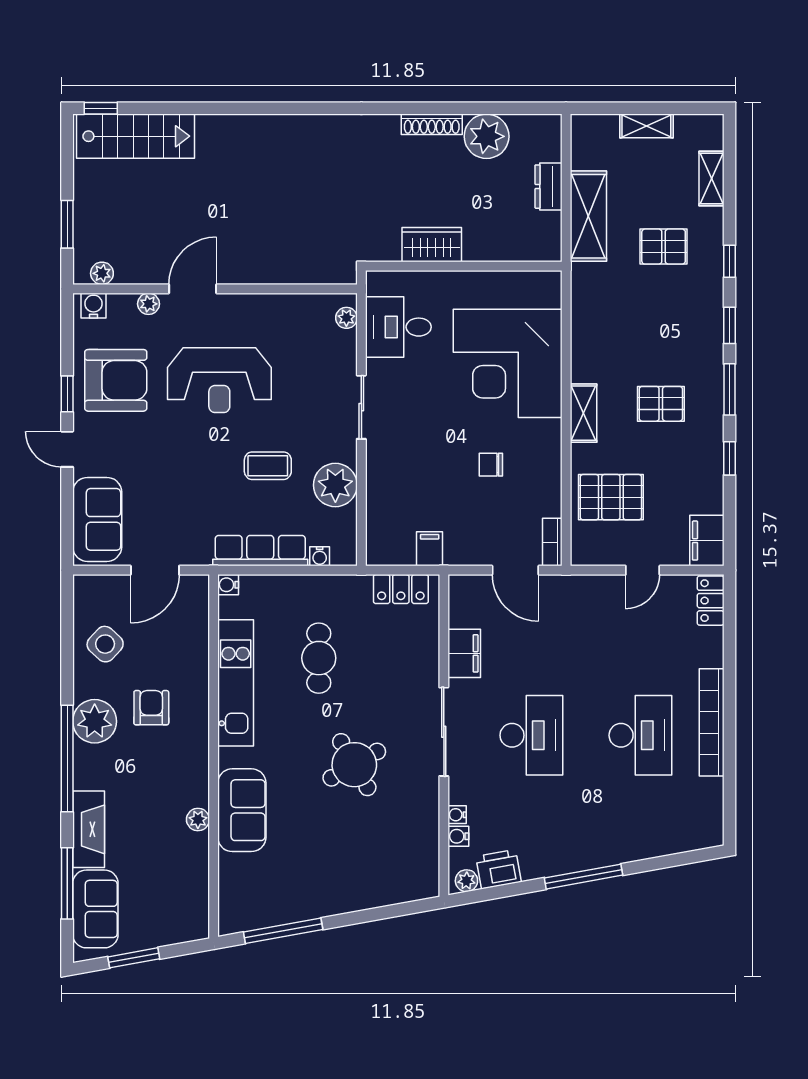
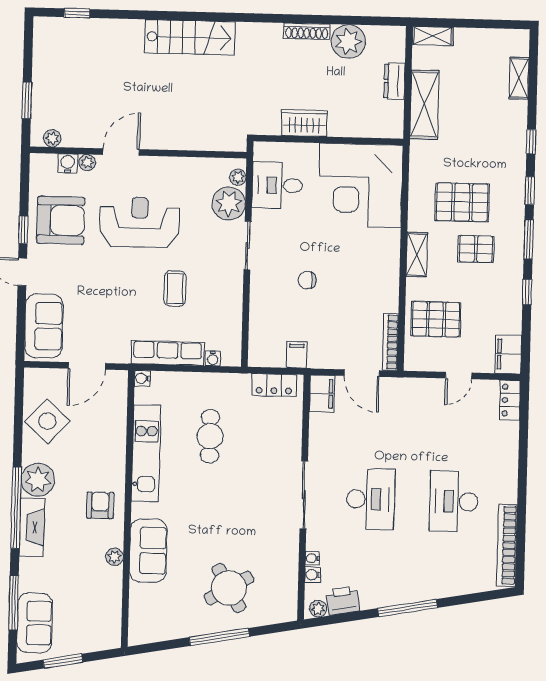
window: (101, 108) -> (77, 13), moved
shelving: (646, 126) -> (433, 36), moved
stairs: (136, 136) -> (190, 37), moved
pallet: (664, 247) -> (462, 202), moved, width x1.50, depth x1.42
water cooler: (94, 306) -> (68, 163), moved
corner desk: (508, 363) -> (361, 186), moved
reception desk: (219, 380) -> (140, 222), turned 180
chair: (491, 465) -> (307, 280), moved
coffee table: (268, 466) -> (175, 288), turned 90
plant: (335, 485) -> (229, 203), moved
bookcase: (552, 542) -> (391, 342), width x1.56
side table: (105, 644) -> (47, 421), width x1.37, depth x1.37
filing cabinet: (464, 653) -> (322, 394), moved
armchair: (151, 708) -> (100, 505), moved
bookcase: (712, 722) -> (507, 545), moved
desk: (640, 735) -> (454, 501), turned 180
round table: (354, 765) -> (229, 588), moved
fireplace: (89, 829) -> (32, 527), moved
window: (283, 931) -> (219, 637), moved

